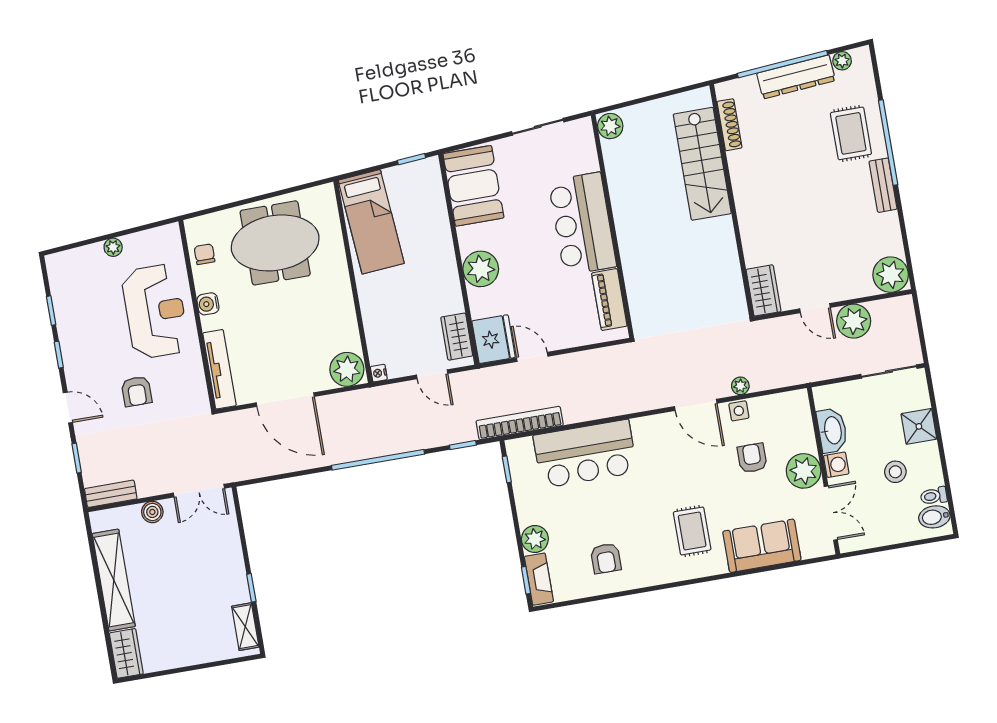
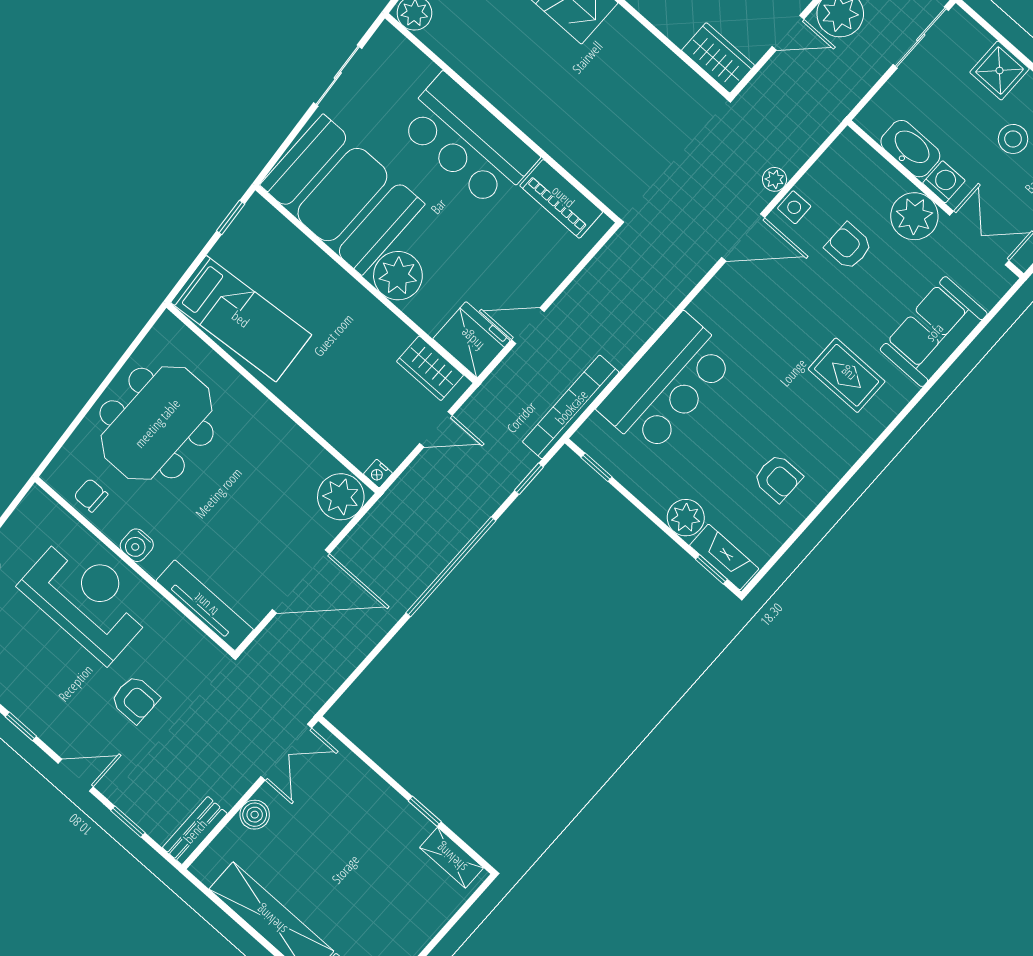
booth: (473, 186) -> (342, 195), width x1.36, depth x1.42

